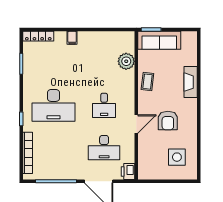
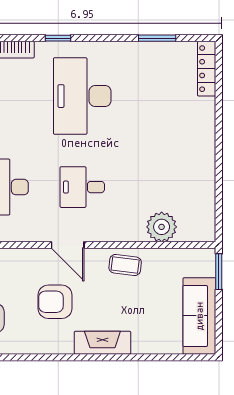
filing cabinet: (72, 38) -> (204, 129), removed
sofa: (159, 40) -> (199, 316), moved
fireplace: (191, 82) -> (102, 343), moved
door: (136, 124) -> (68, 245), moved

